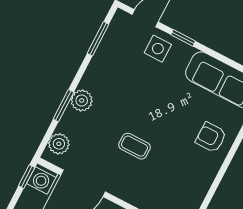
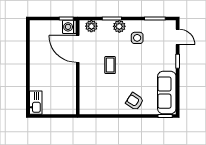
side table: (158, 49) -> (137, 38), moved
armchair: (211, 137) -> (135, 101), turned -57

